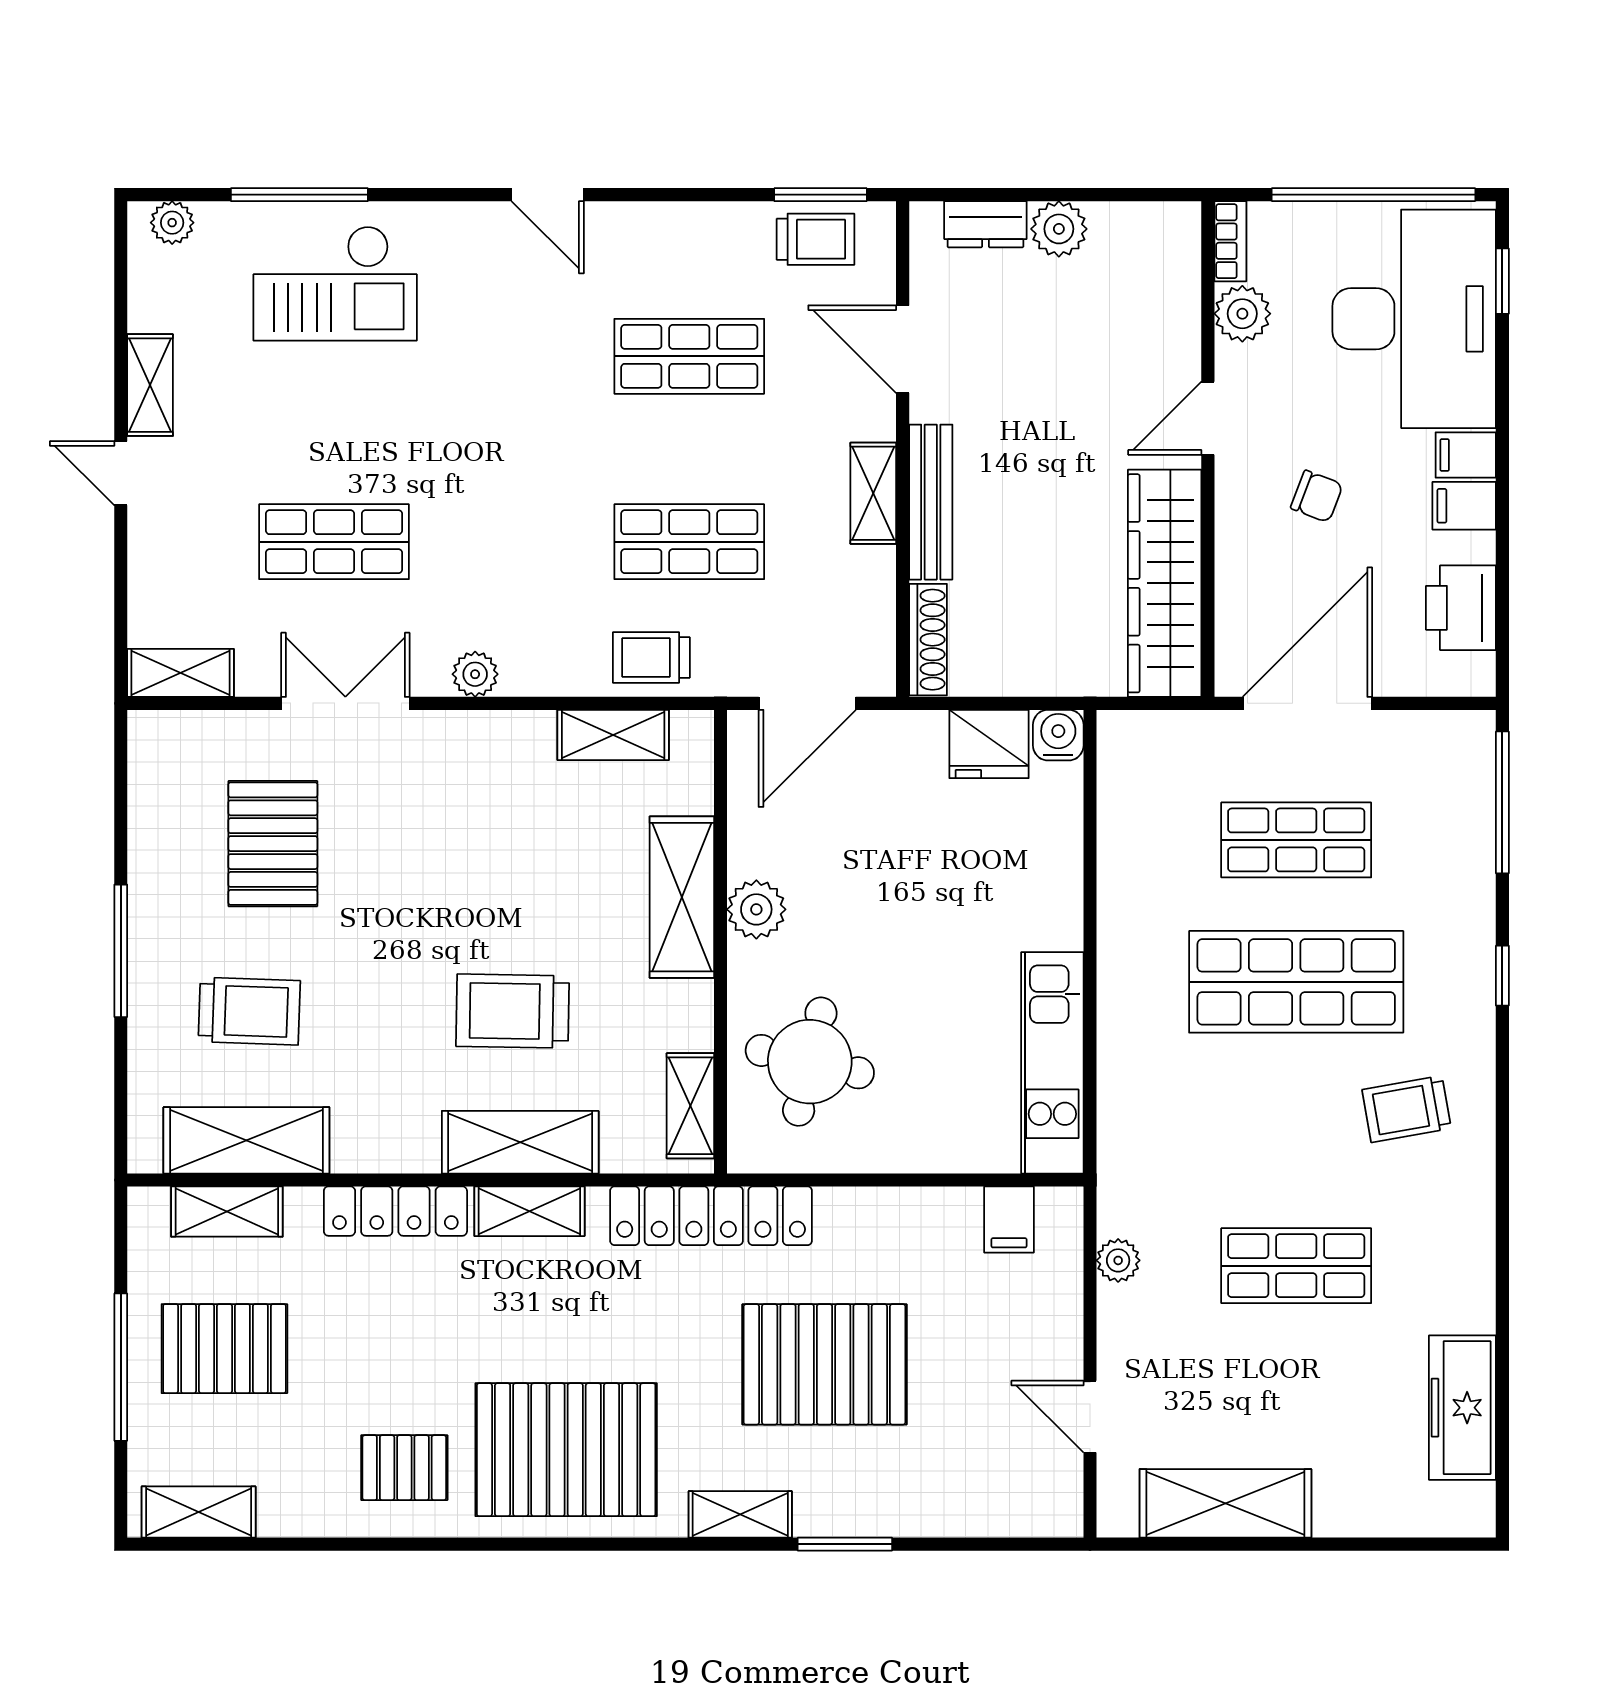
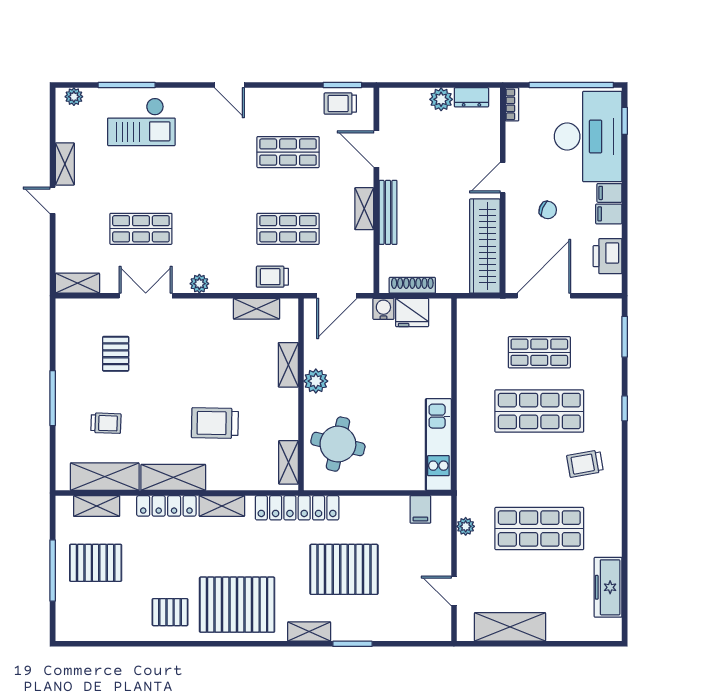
dresser: (985, 224) -> (471, 97), moved
trolley: (816, 239) -> (340, 104), turned 180
plant: (1242, 314) -> (517, 134), removed
shoe rack: (928, 640) -> (412, 285), moved, turned -90
water cooler: (1058, 735) -> (383, 309), moved
window: (1502, 802) -> (625, 337), width x0.69
pallet: (273, 844) -> (116, 354), width x0.67, depth x0.71
shelving: (682, 897) -> (288, 365), width x0.67, depth x0.75
trolley: (249, 1011) -> (106, 423), width x0.73, depth x0.72
shelving: (520, 1142) -> (173, 477), moved
shop shelf: (1296, 1266) -> (539, 529), width x1.43, depth x1.36
shelving: (199, 1512) -> (85, 631), removed

